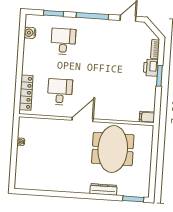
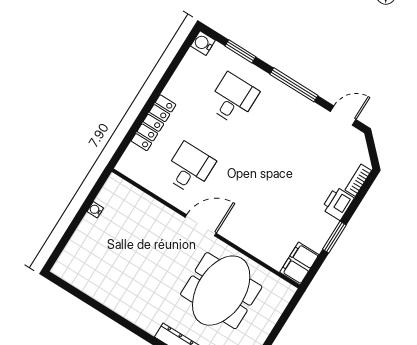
water cooler: (30, 33) -> (203, 43), moved
window: (159, 76) -> (334, 237), moved
locker: (26, 93) -> (153, 123), moved
filing cabinet: (147, 117) -> (299, 263), width x2.00

